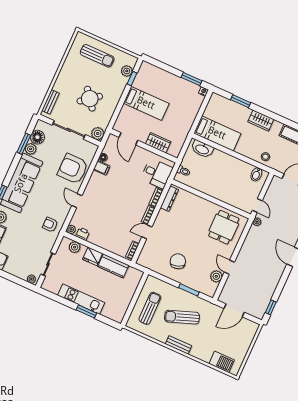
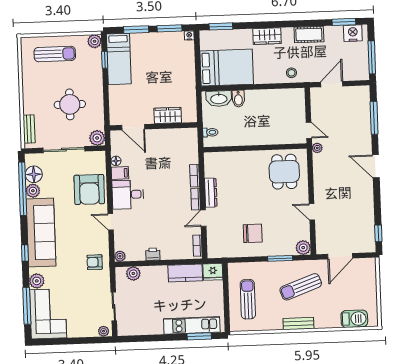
window: (166, 68) -> (136, 30), added
plant: (127, 71) -> (95, 41), moved
round table: (90, 99) -> (70, 104), turned 38
window: (241, 101) -> (221, 26), moved
bed: (146, 103) -> (119, 59), moved, turned 90
bed: (217, 133) -> (227, 68), width x1.50
window: (24, 144) -> (23, 189), width x2.11
armchair: (73, 169) -> (89, 189), turned -90
desk: (157, 173) -> (128, 194), moved, turned 180
bidet: (256, 174) -> (238, 99), moved
dresser: (169, 199) -> (211, 193), moved
printer: (83, 234) -> (153, 254), moved
fridge: (92, 256) -> (213, 272), moved
chair: (178, 261) -> (253, 233), turned 109
plant: (216, 276) -> (303, 248), moved
kitchen unit: (81, 299) -> (192, 325), moved
window: (86, 312) -> (199, 336), moved
sun lounger: (182, 317) -> (301, 287), moved

